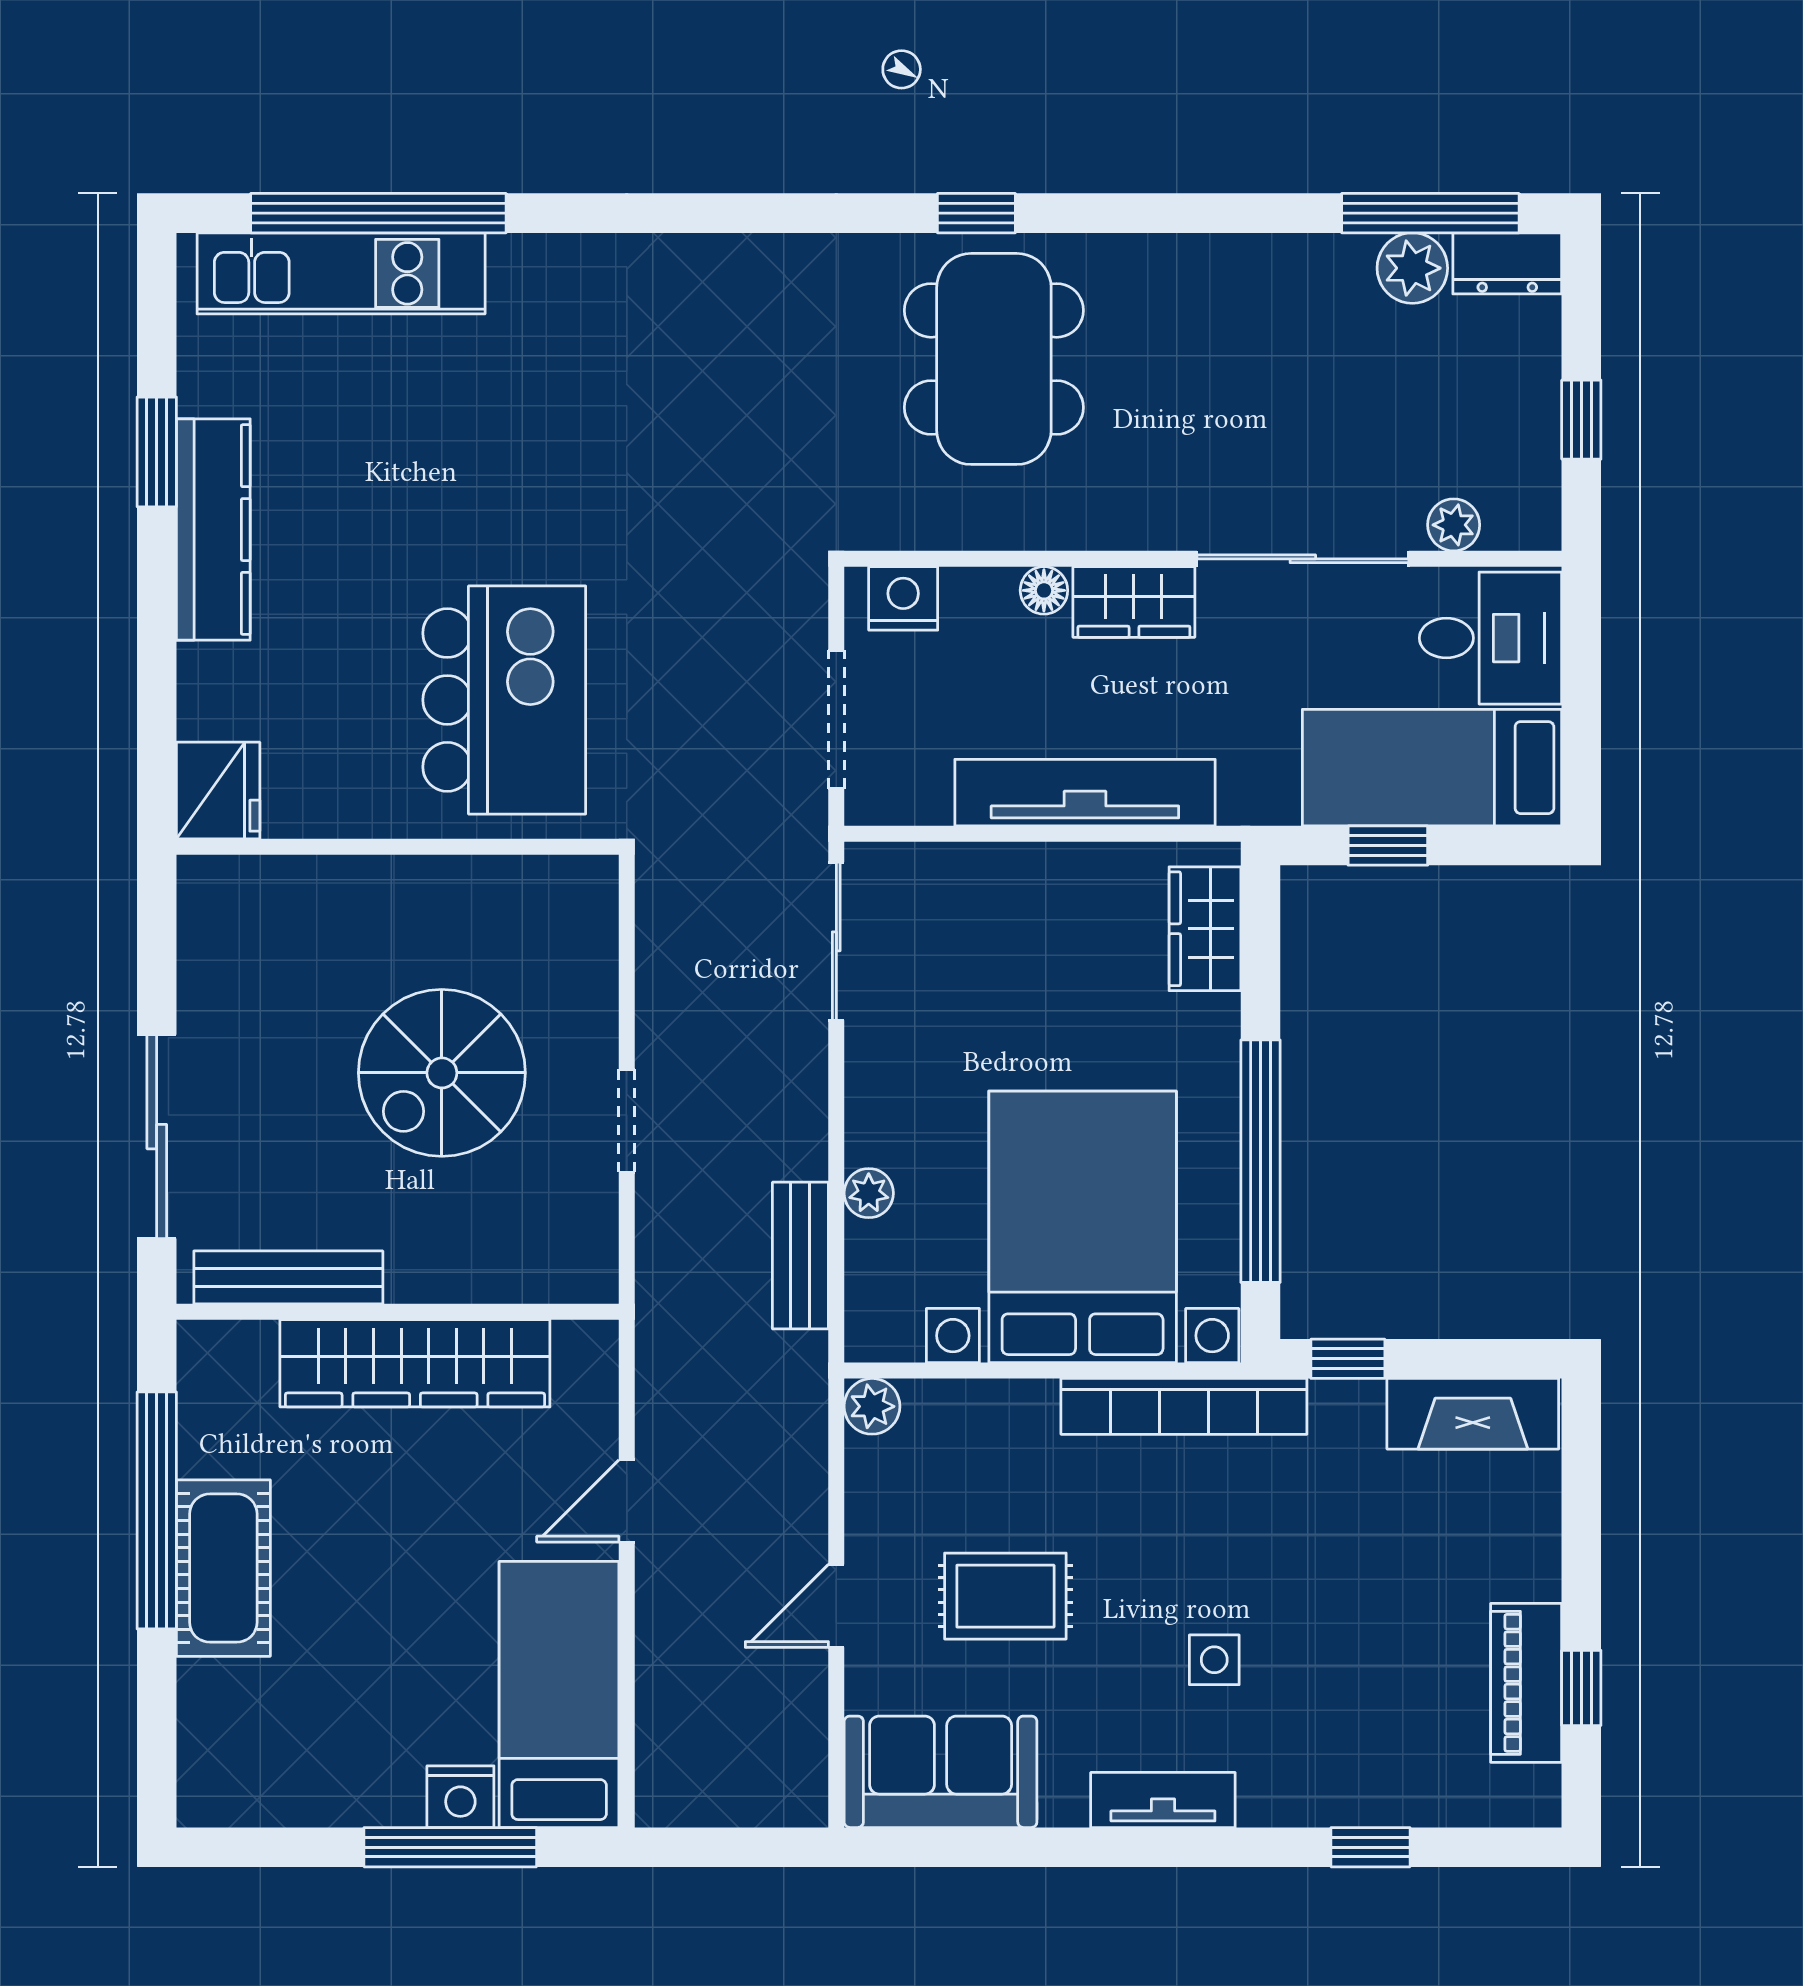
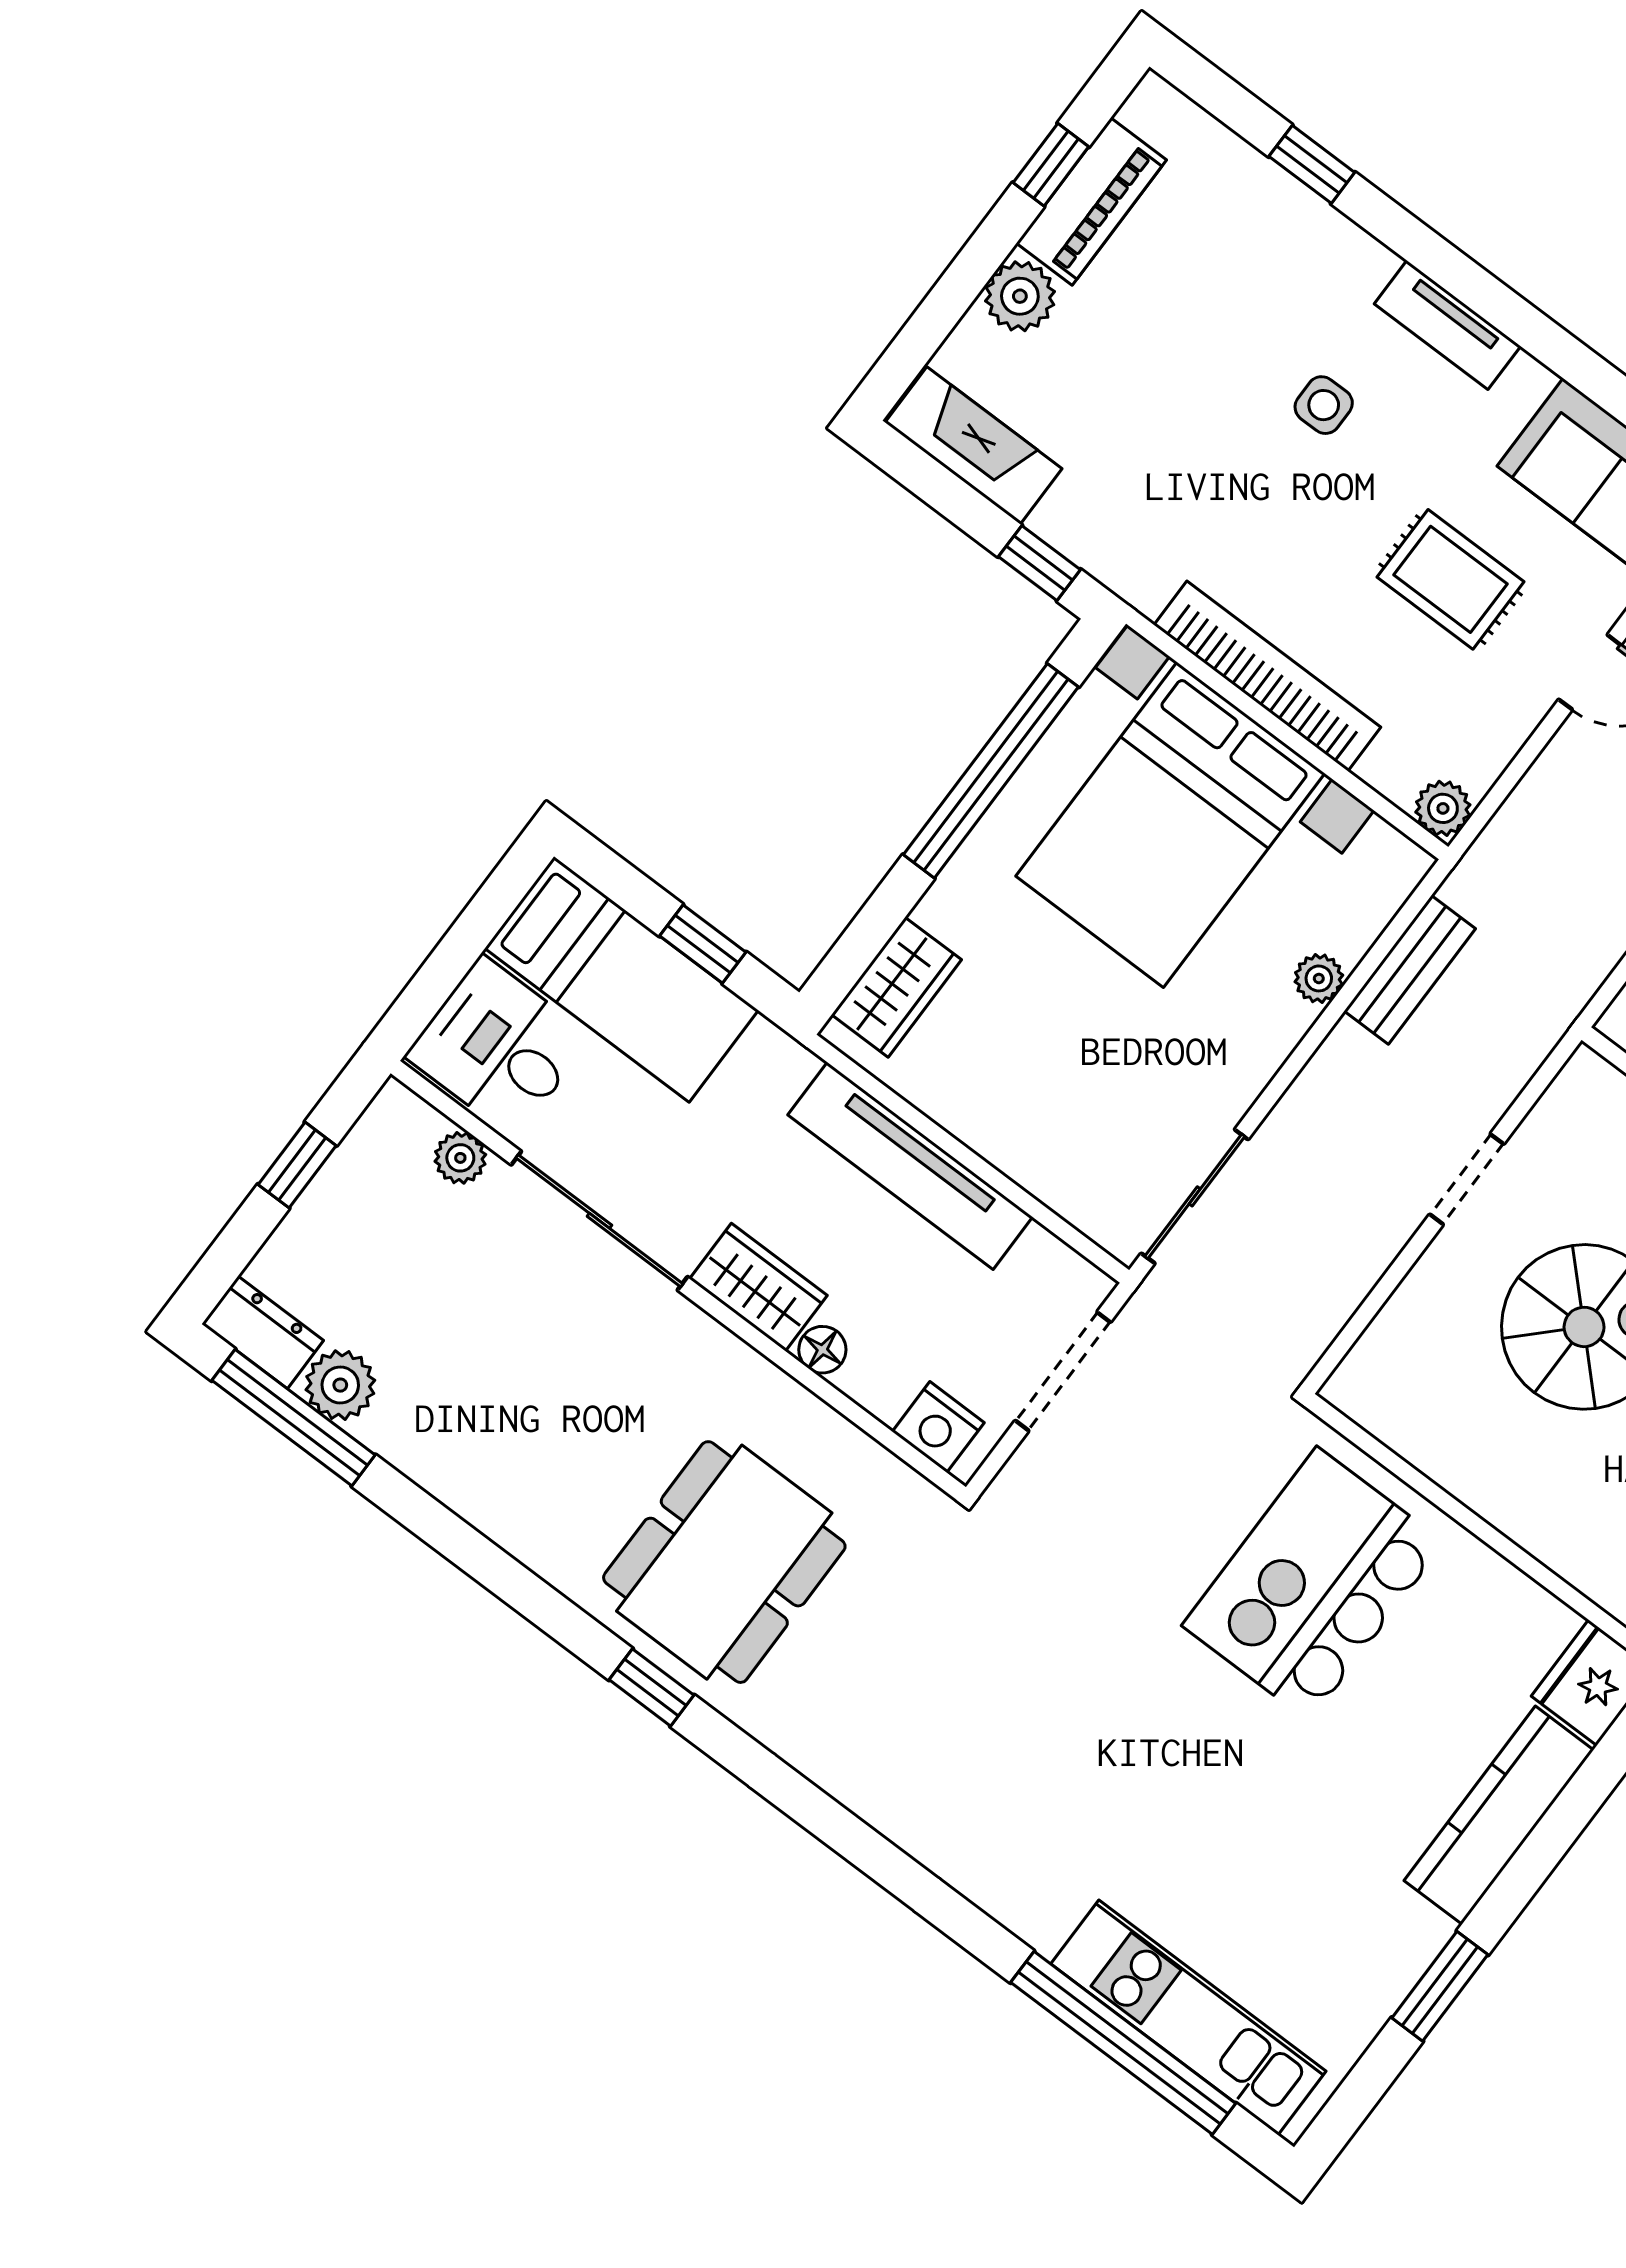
kitchen counter: (213, 530) -> (1499, 1815), moved
bookcase: (1184, 1406) -> (1267, 676), moved
plant: (1526, 1563) -> (1020, 296), added

